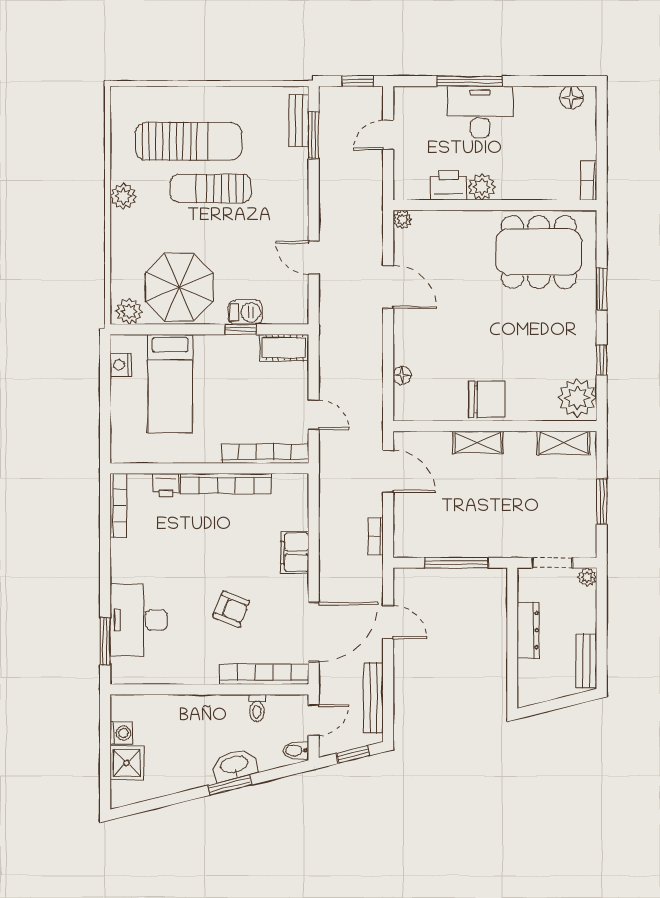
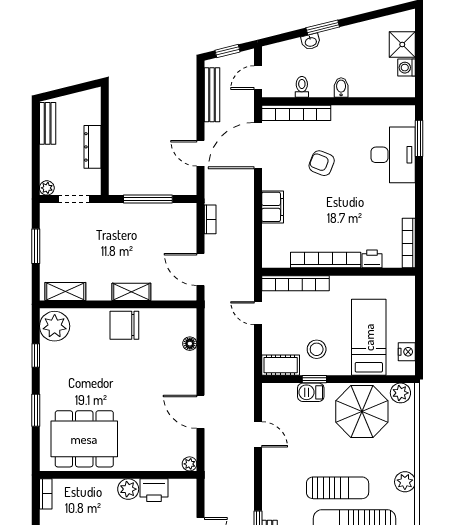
stool: (238, 368) -> (317, 349), added
bidet: (296, 750) -> (341, 87), moved, turned -90
washbasin: (234, 765) -> (311, 42), width x0.52, depth x0.69

